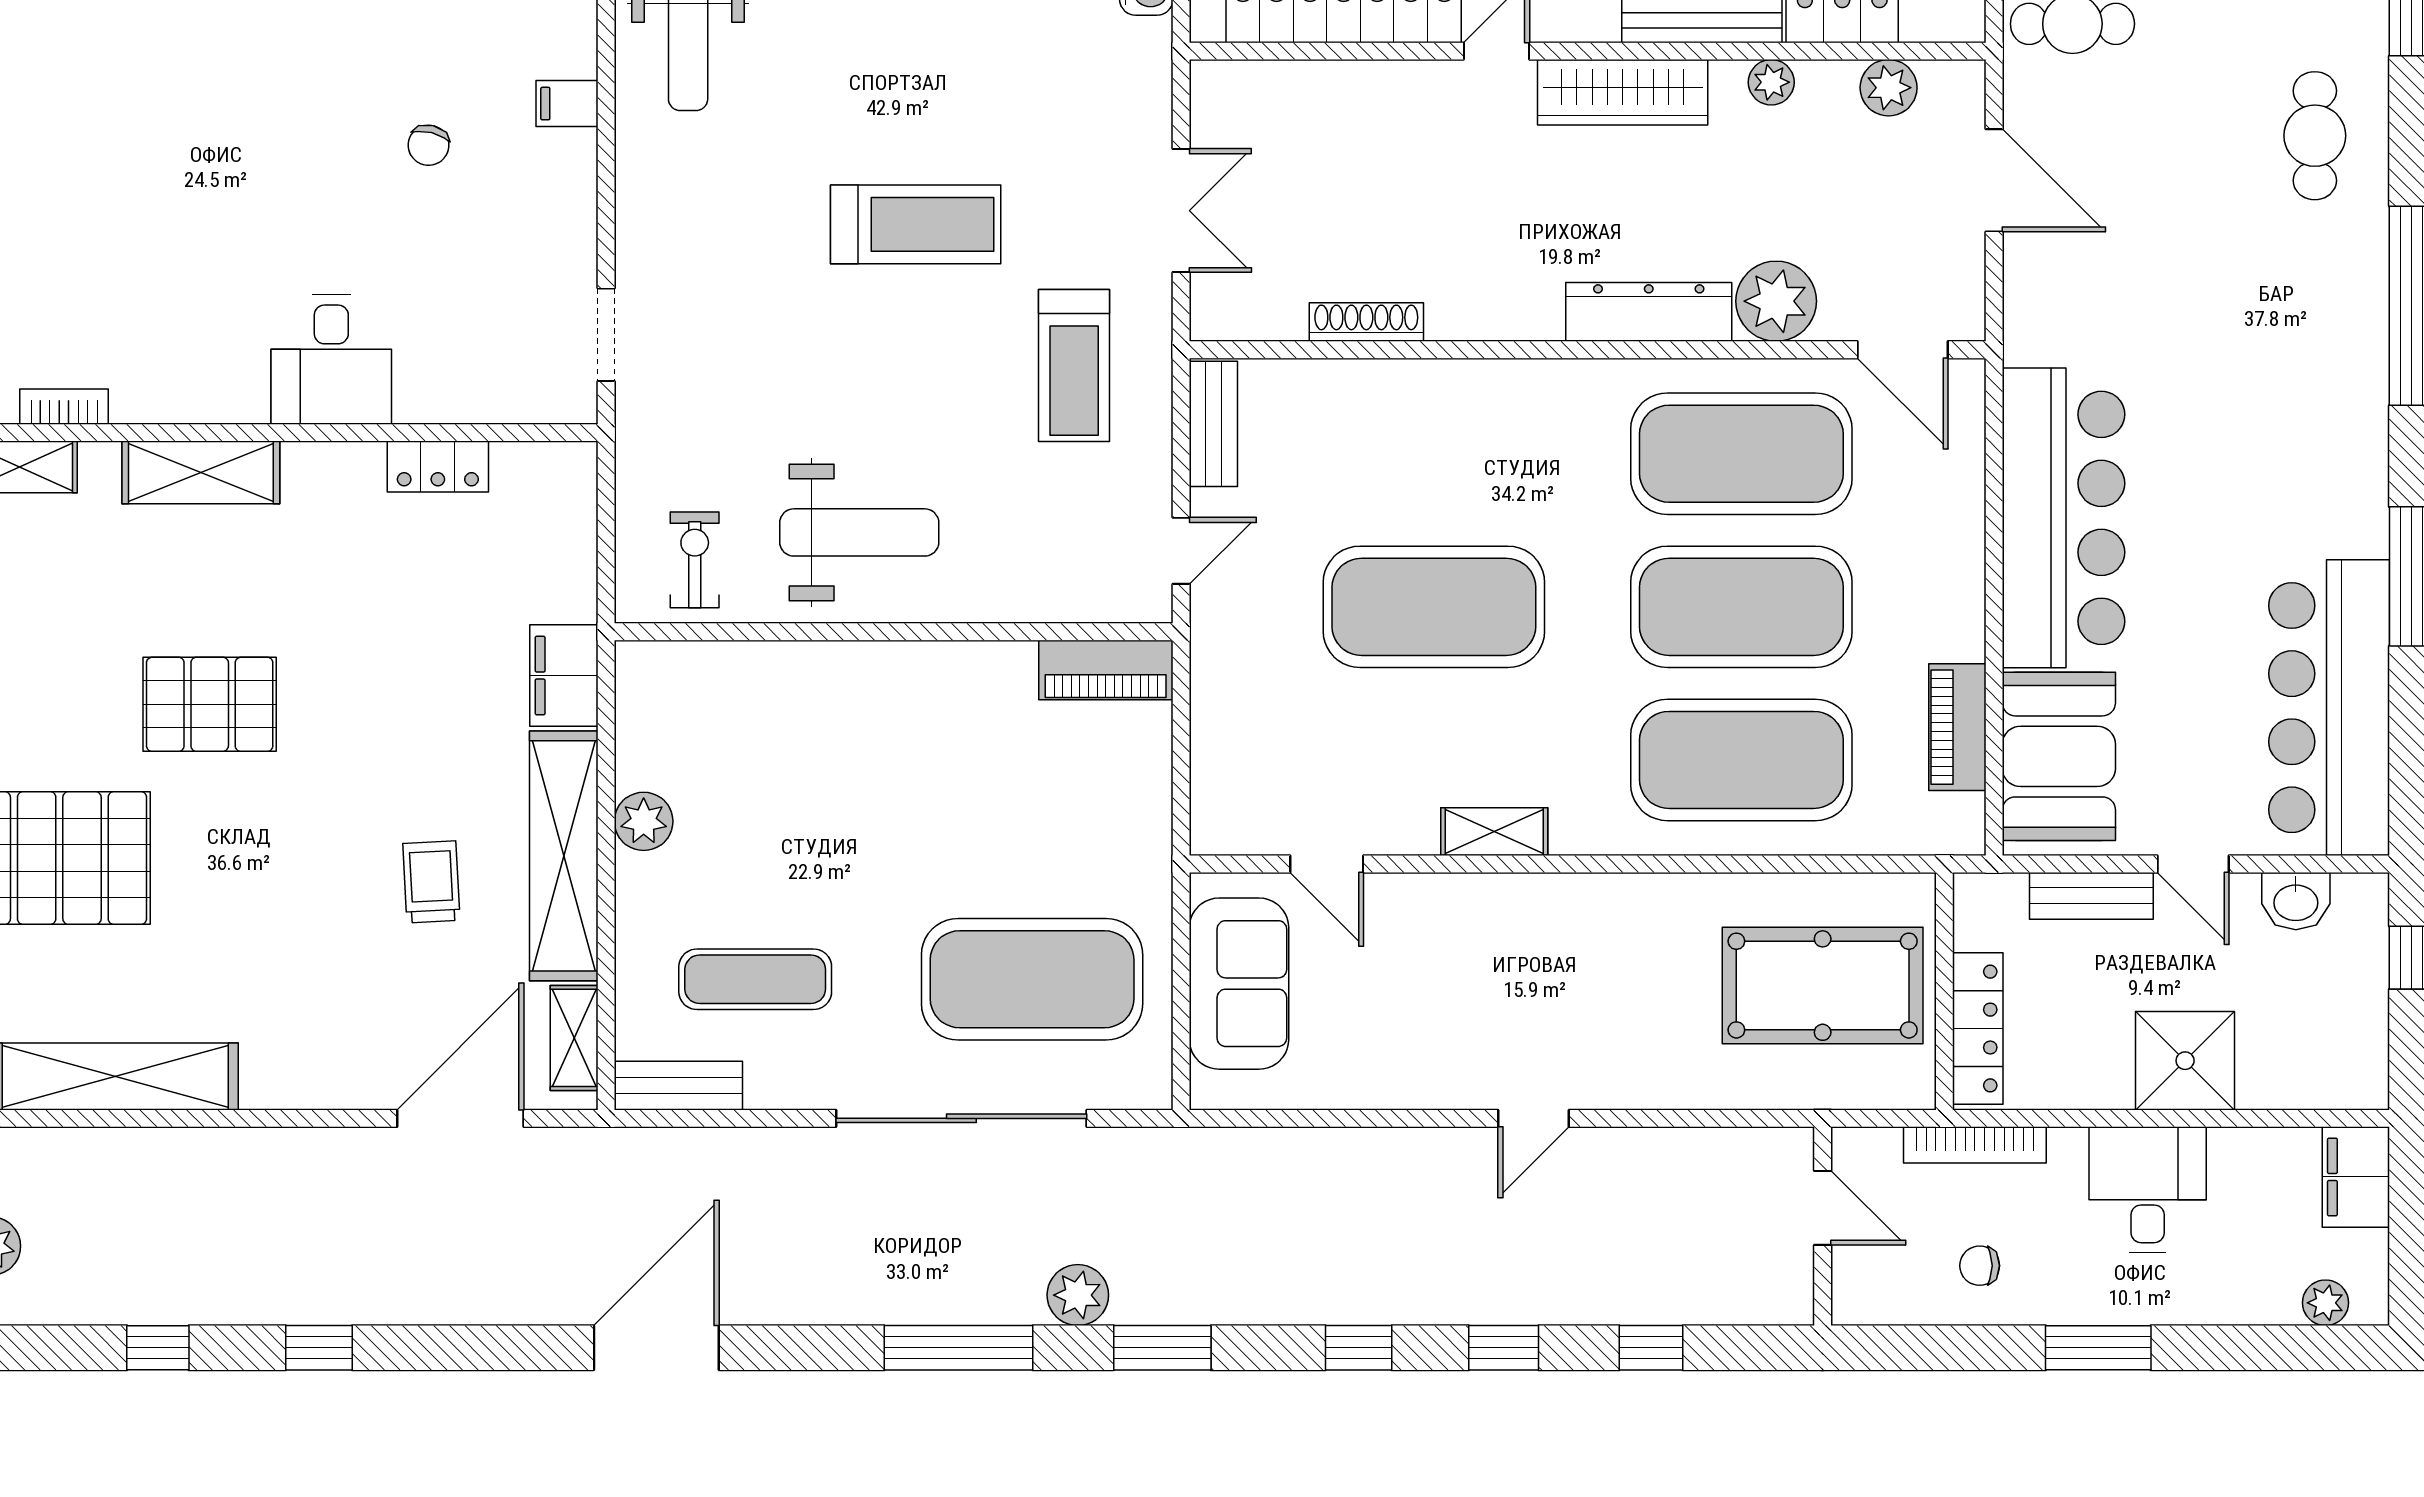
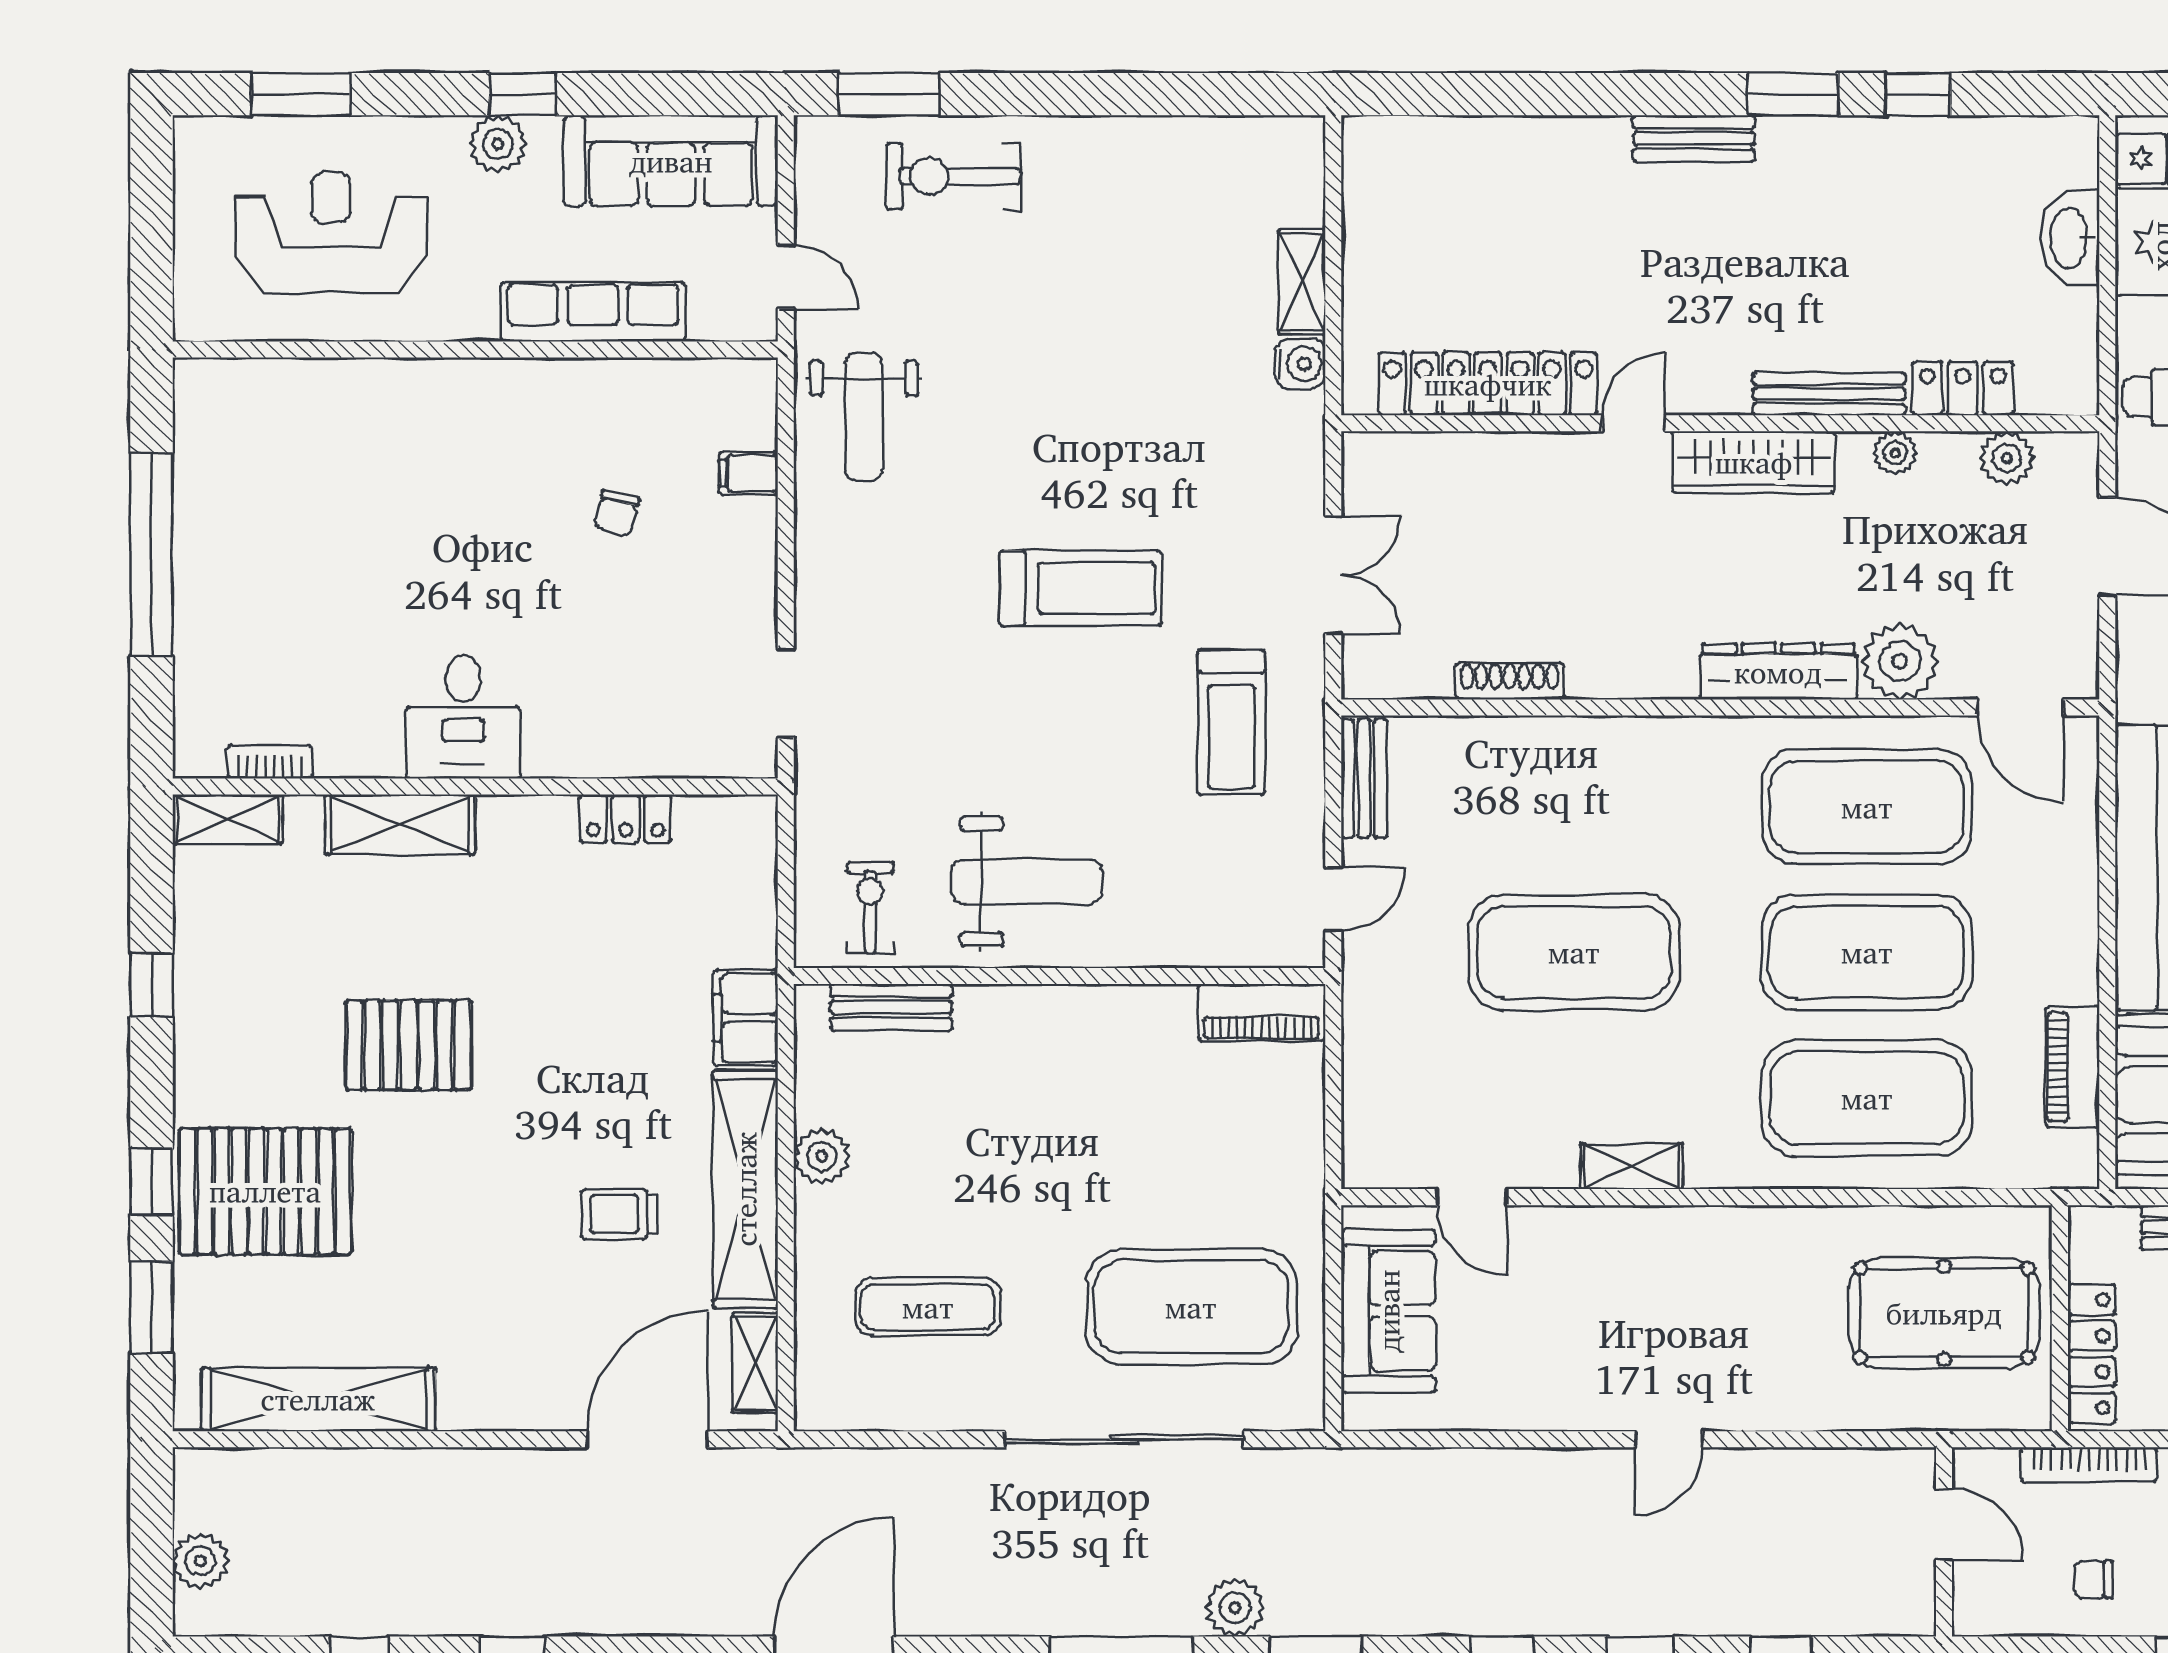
desk: (331, 359) -> (463, 717), moved
trolley: (431, 882) -> (619, 1214), turned -87
bench: (678, 1086) -> (891, 1007), moved

